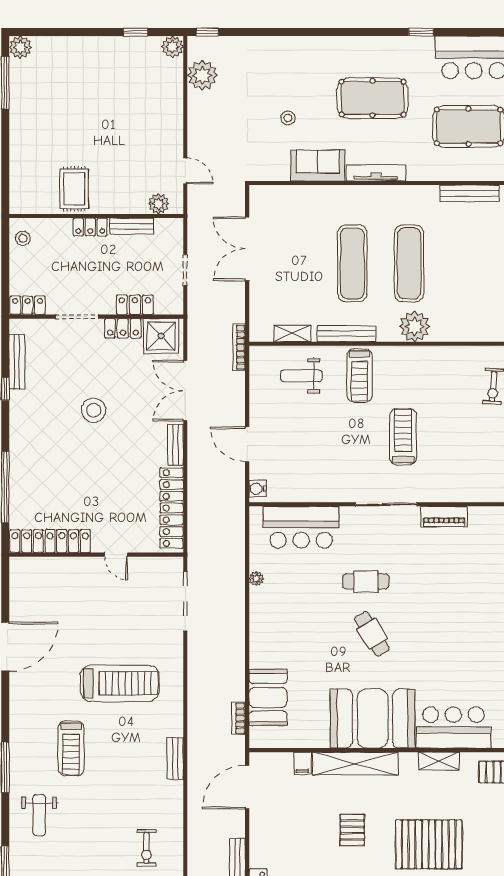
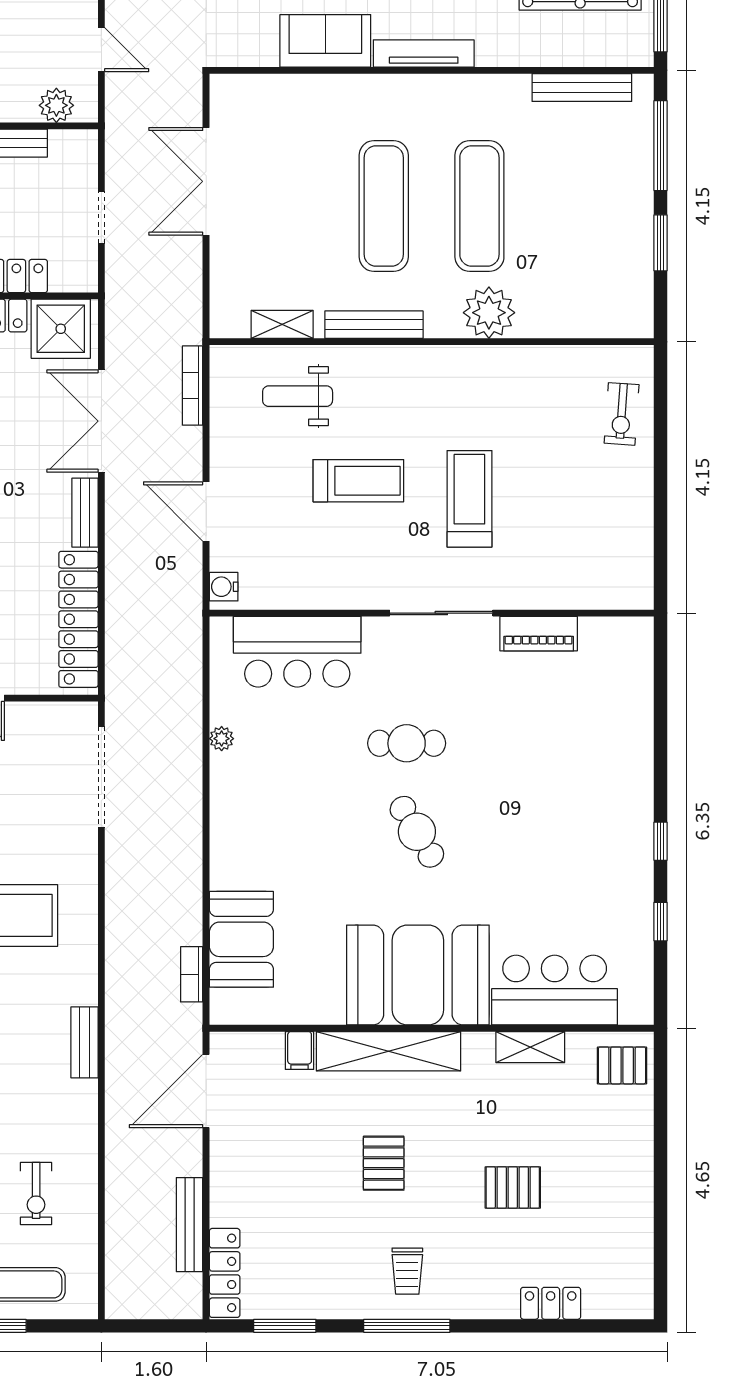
bookcase: (239, 347) -> (193, 385), moved
treadmill: (360, 375) -> (358, 481), moved, turned -90
pallet: (429, 844) -> (513, 1187), width x0.49, depth x0.50

